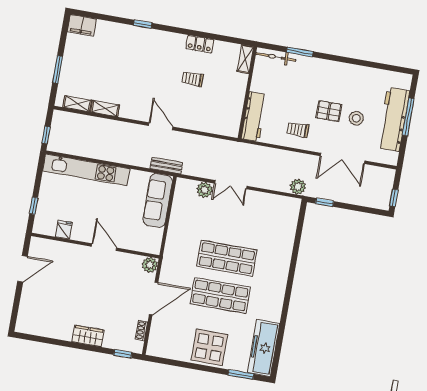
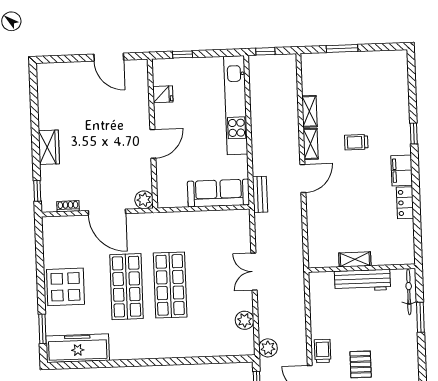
filing cabinet: (82, 25) -> (402, 170), moved
shelving: (245, 59) -> (355, 259), moved
trolley: (192, 79) -> (356, 142), moved, turned -90
shelving: (77, 104) -> (311, 144), moved
workbench: (254, 117) -> (362, 280), moved
trolley: (298, 130) -> (323, 351), moved
plant: (205, 190) -> (245, 320), moved

